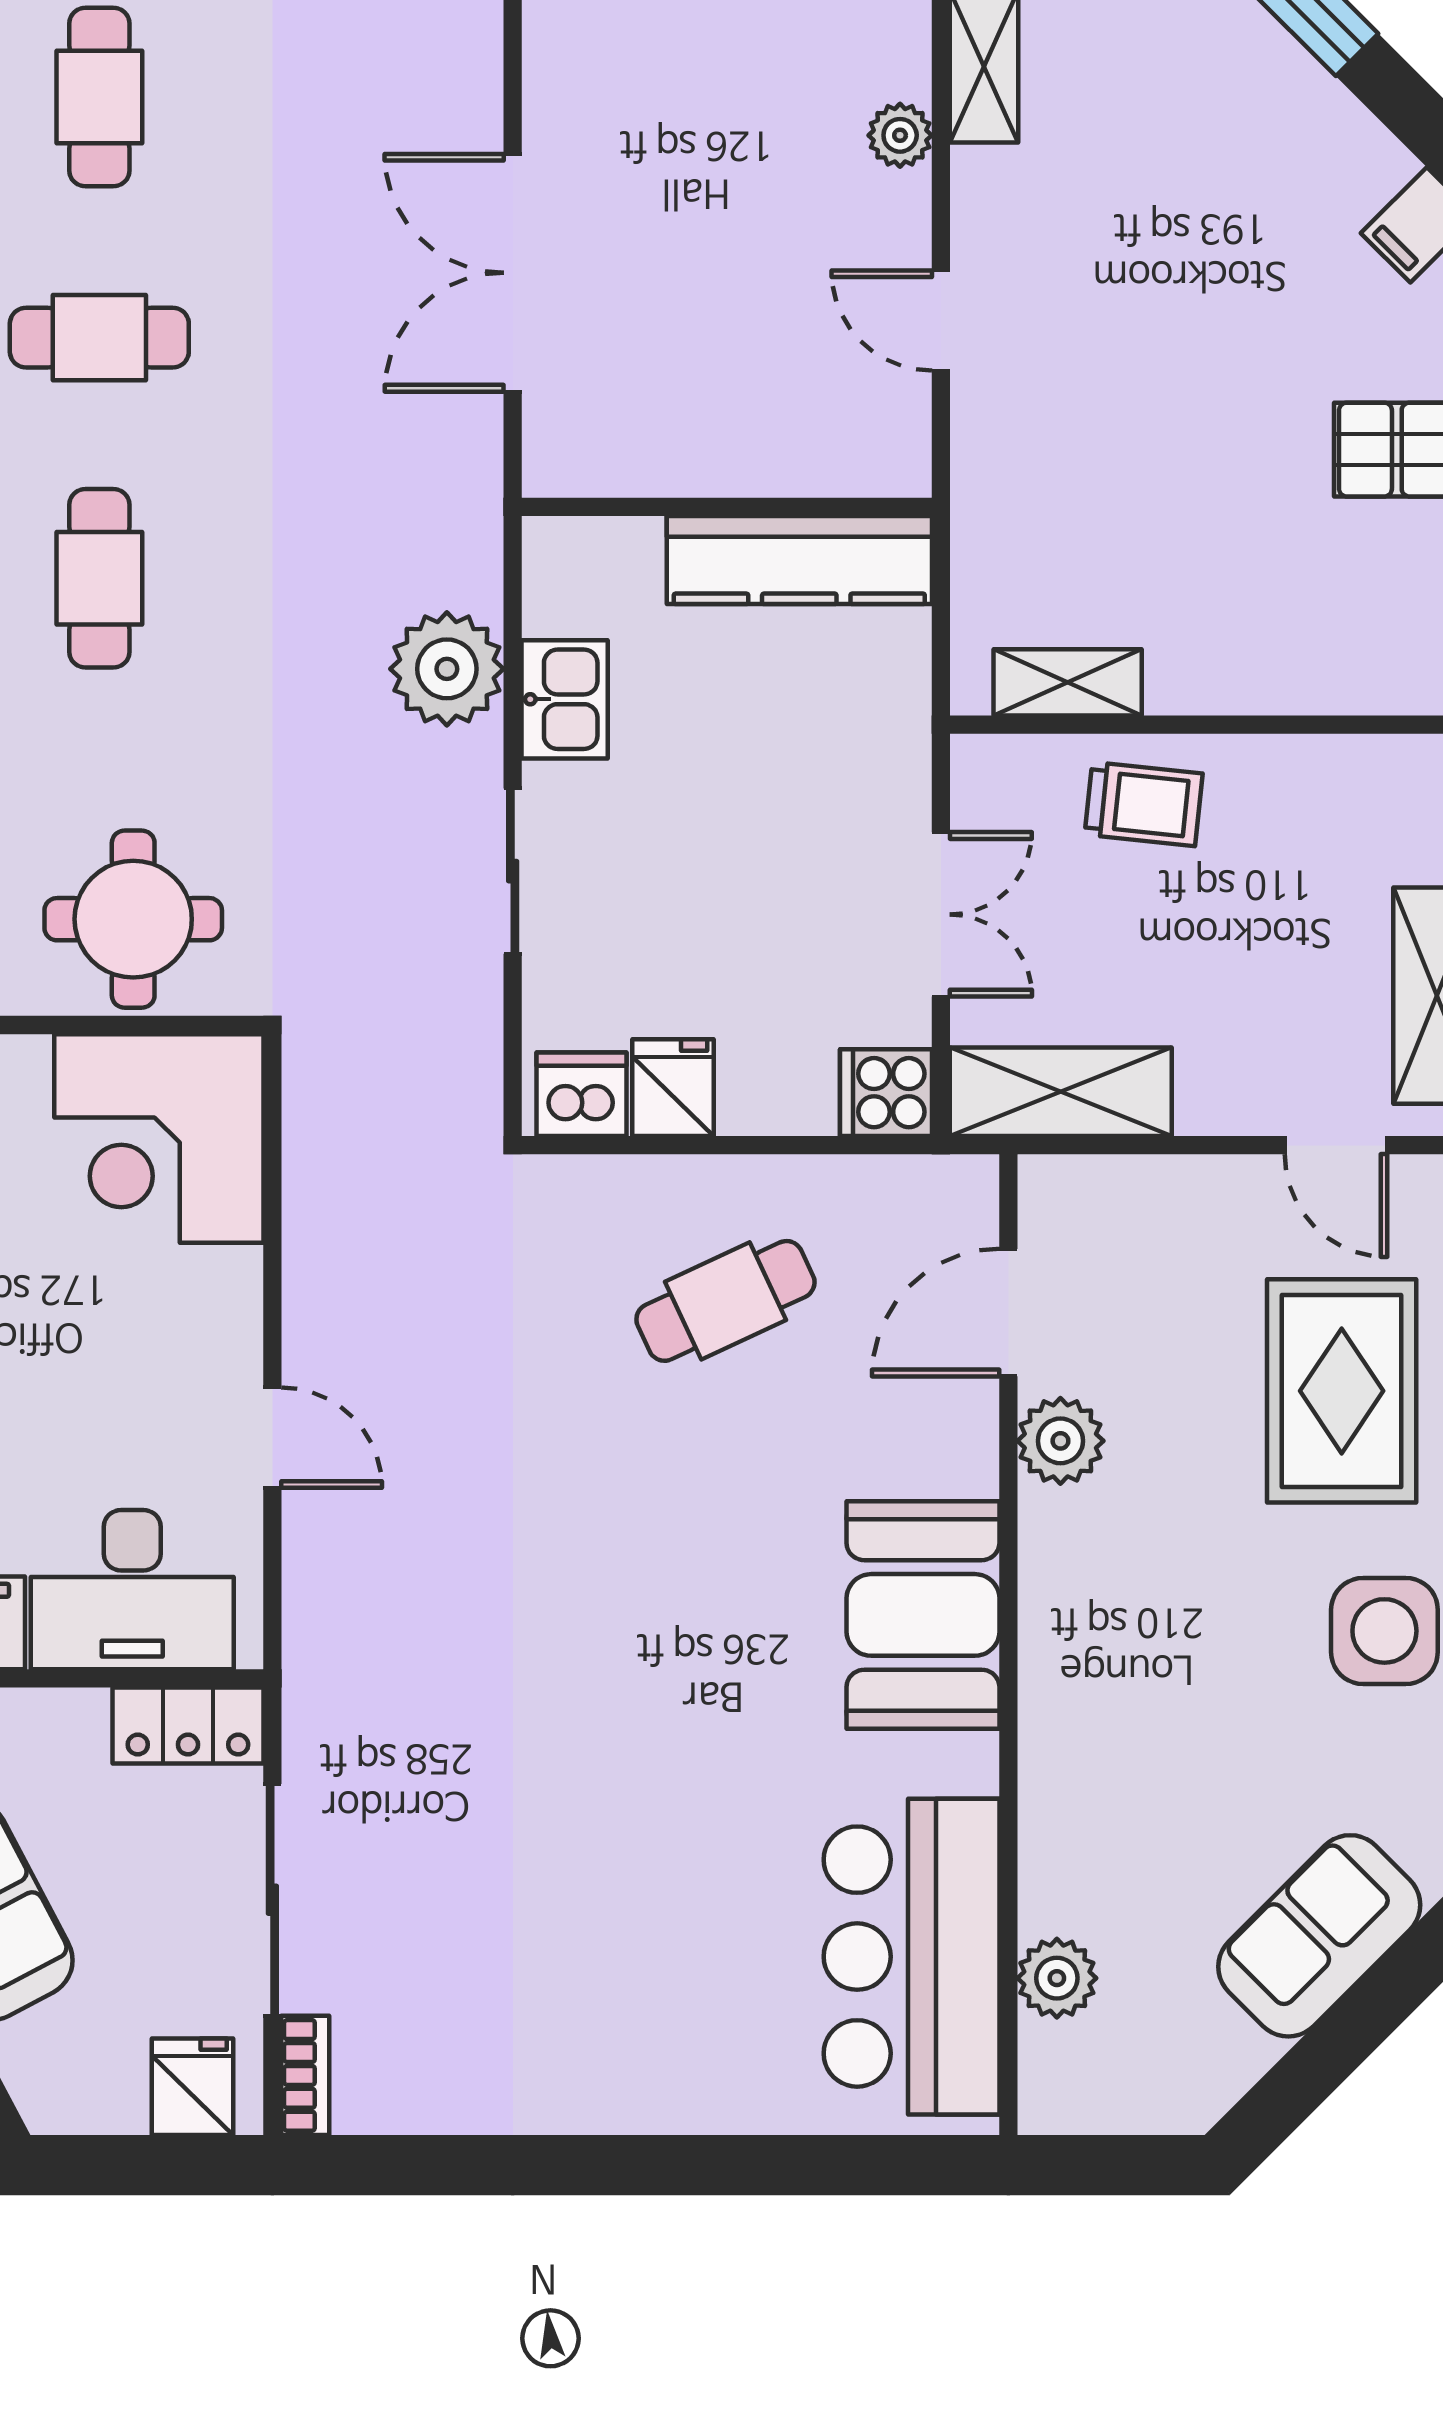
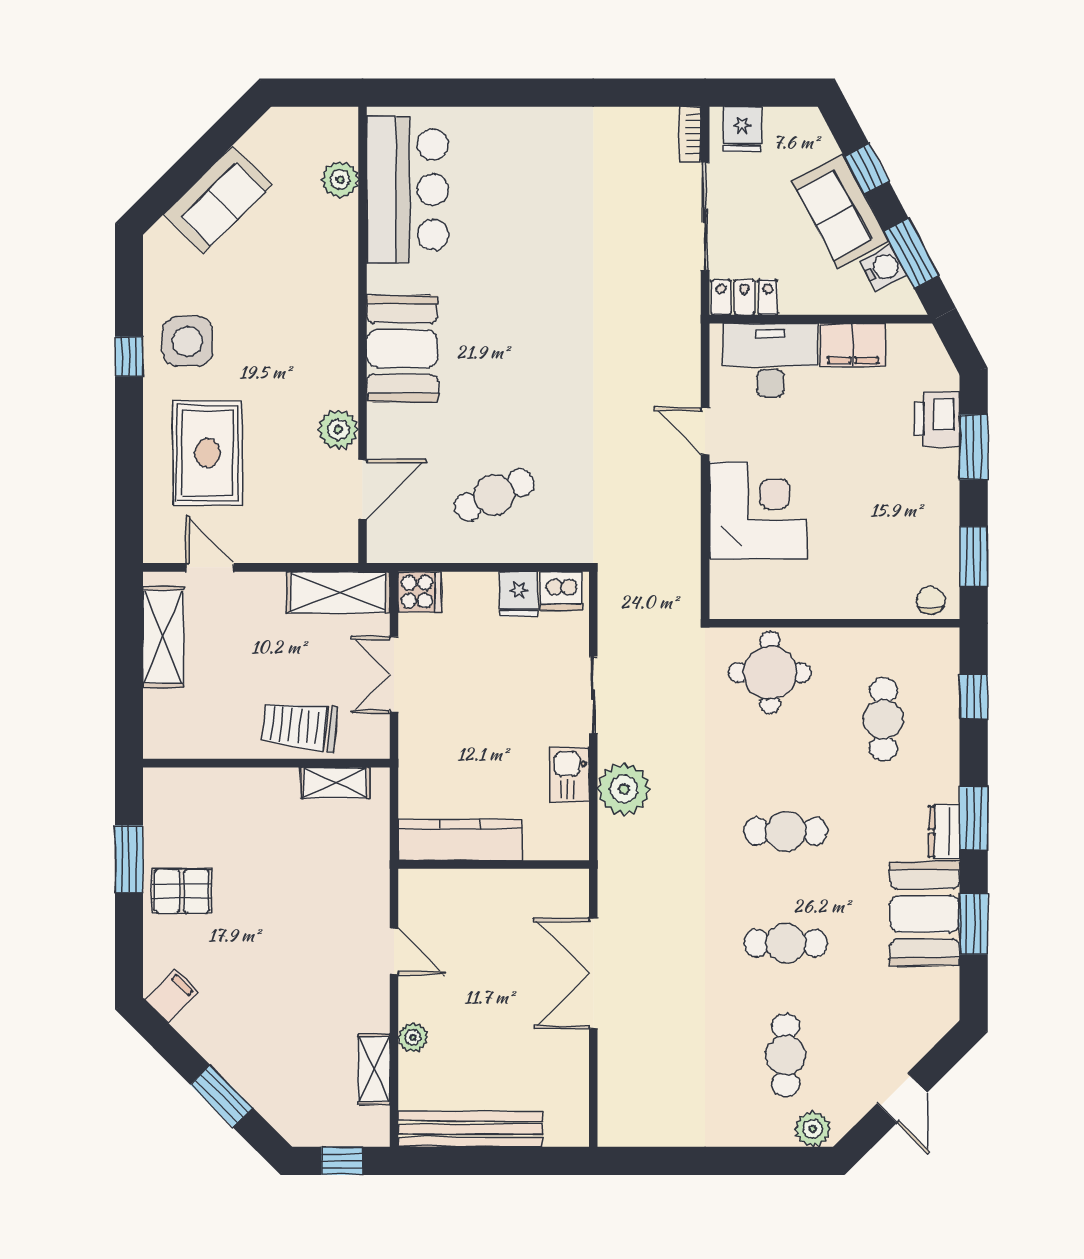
double door: (513, 273) -> (593, 973), swing flipped
cafe table: (99, 578) -> (786, 831), turned 90
trolley: (1144, 804) -> (300, 726), width x1.36, depth x1.39
corner desk: (159, 1138) -> (758, 510), moved

